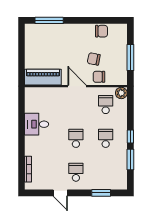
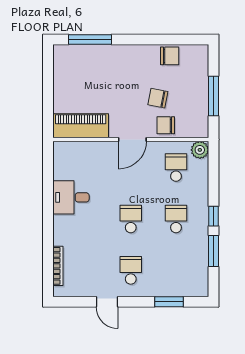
door: (77, 86) -> (132, 139), swing flipped

